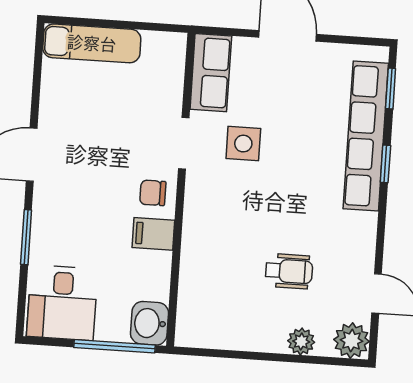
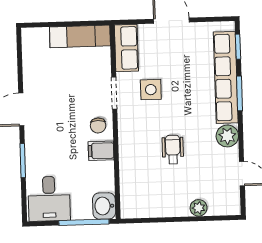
exam couch: (92, 43) -> (80, 36), moved
window: (385, 164) -> (239, 93), width x1.50
chair: (153, 193) -> (98, 126), turned -90
wheelchair: (289, 271) -> (173, 149), moved, turned -90
plant: (352, 341) -> (227, 136), moved

